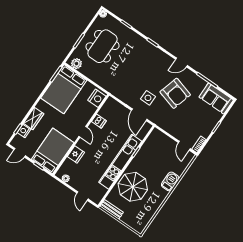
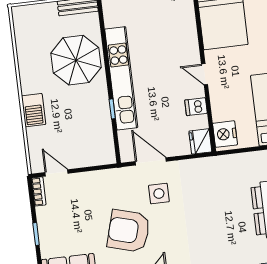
fridge: (76, 154) -> (200, 141), moved

